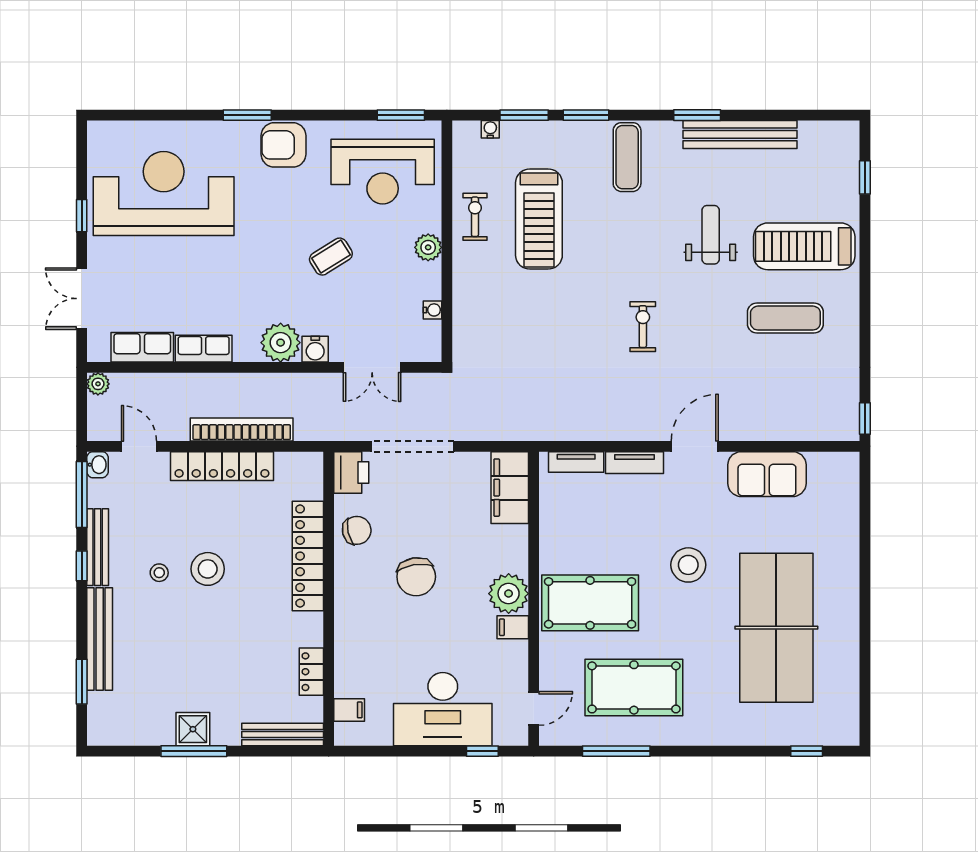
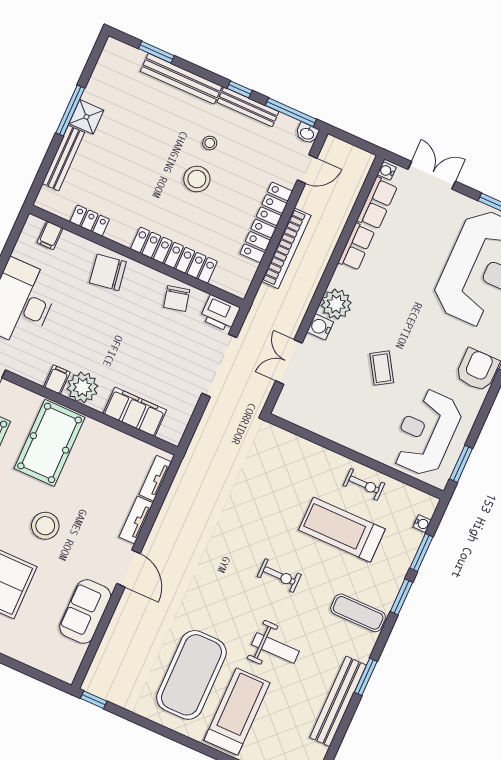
plant: (428, 247) -> (357, 441), removed
water cooler: (433, 310) -> (387, 171), moved, turned 90
exercise mat: (785, 318) -> (191, 675), width x2.00, depth x1.45
exercise bike: (643, 327) -> (279, 576), moved
plant: (98, 384) -> (365, 160), removed
filing cabinet: (510, 488) -> (135, 412), moved
chair: (416, 577) -> (108, 272), moved
bench: (283, 735) -> (63, 158), moved

